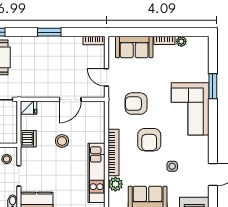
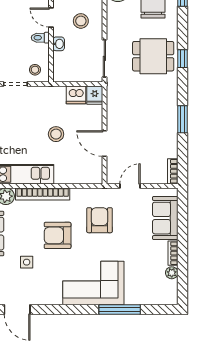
window: (213, 86) -> (120, 309), width x1.44
dishwasher: (28, 139) -> (76, 95), moved

